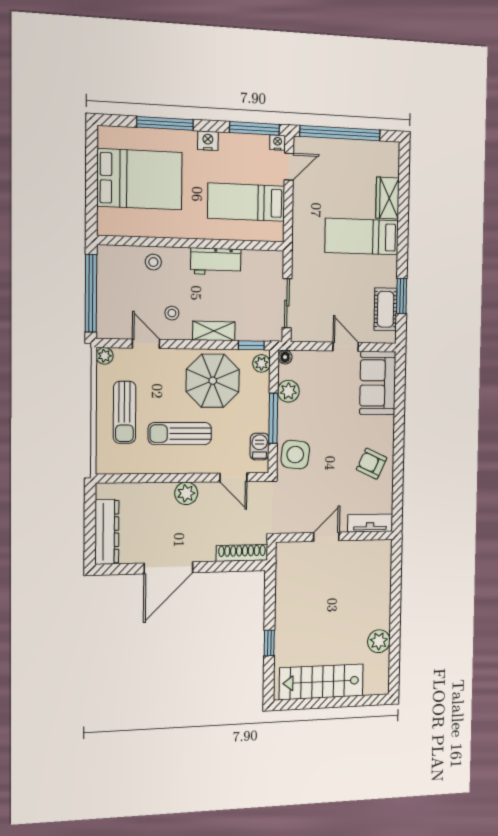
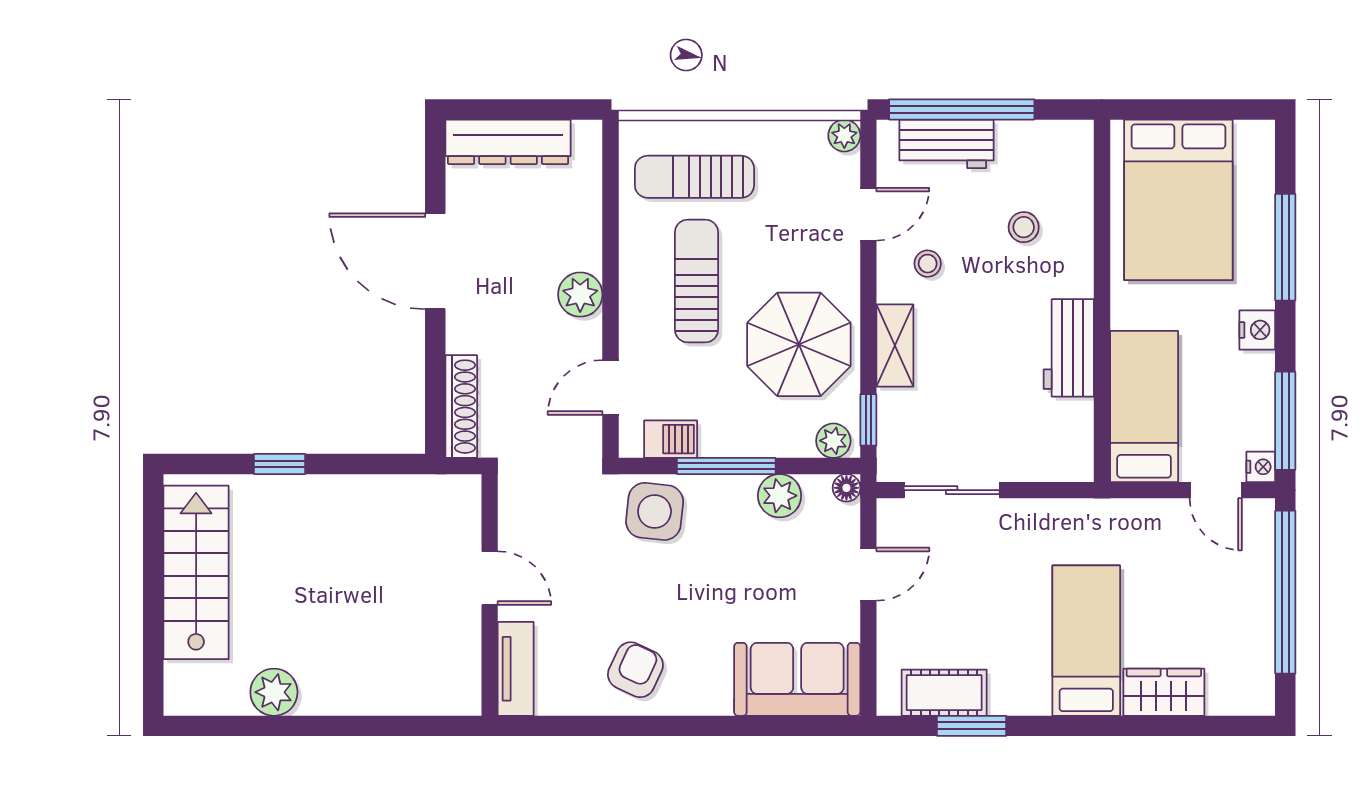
wall: (192, 243) -> (1102, 301), moved
workbench: (216, 261) -> (1069, 348), moved
workbench: (109, 302) -> (947, 144), added
door: (346, 347) -> (868, 574), moved
sun lounger: (125, 412) -> (694, 177), moved

